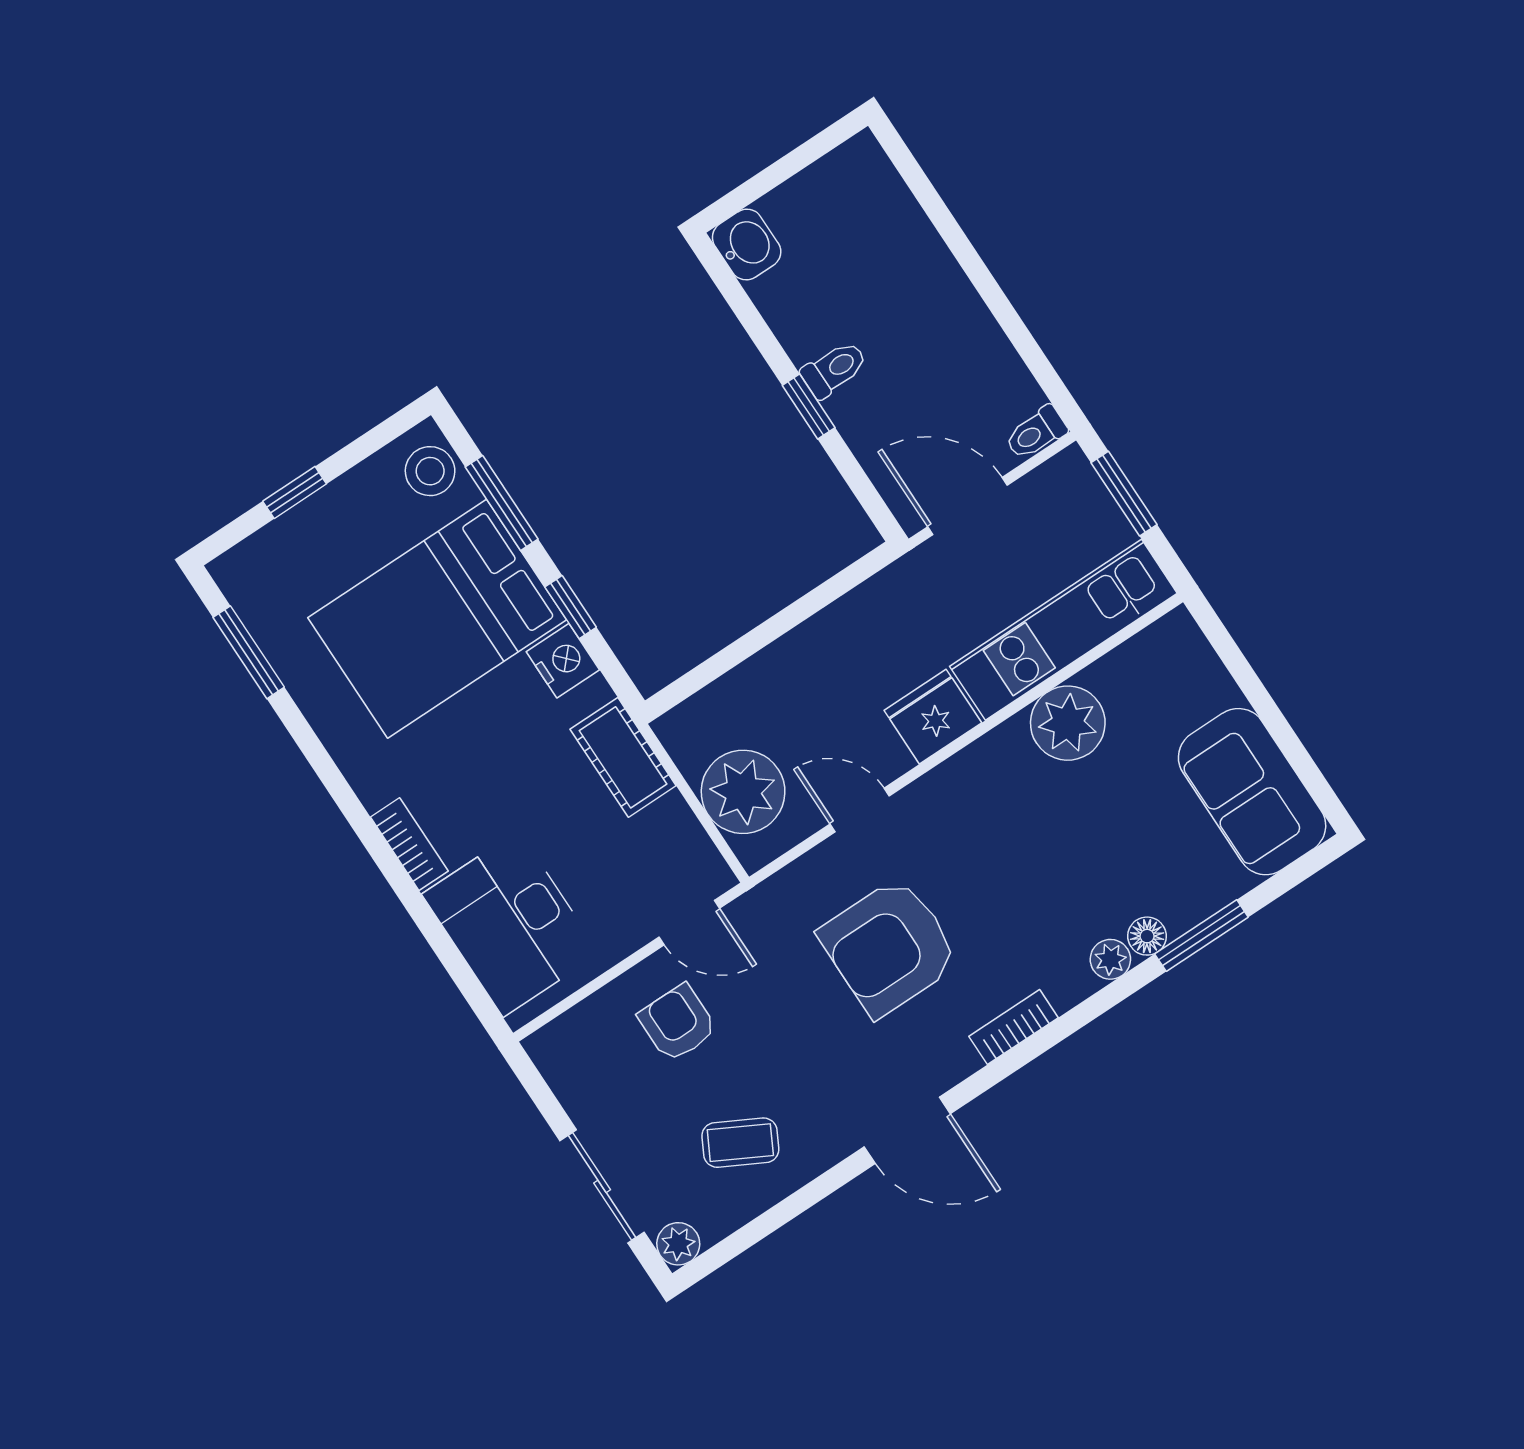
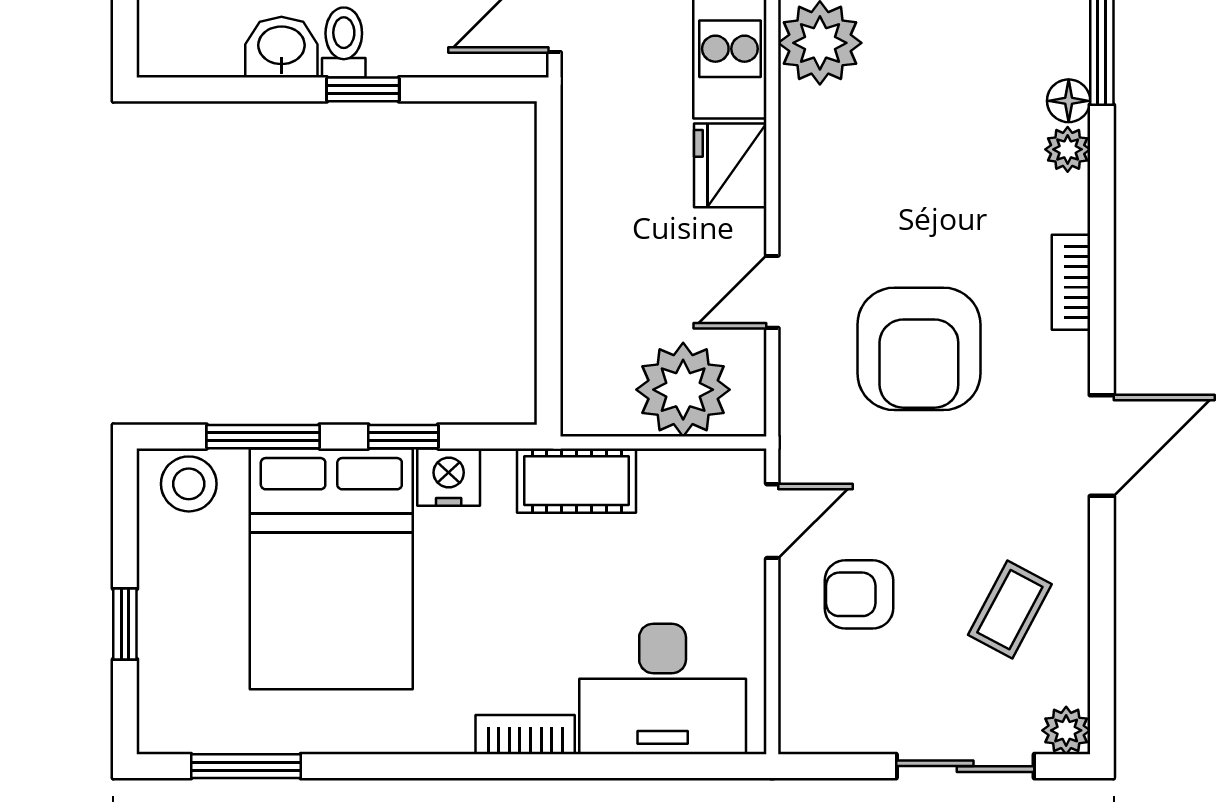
washbasin: (747, 245) -> (281, 47), moved

